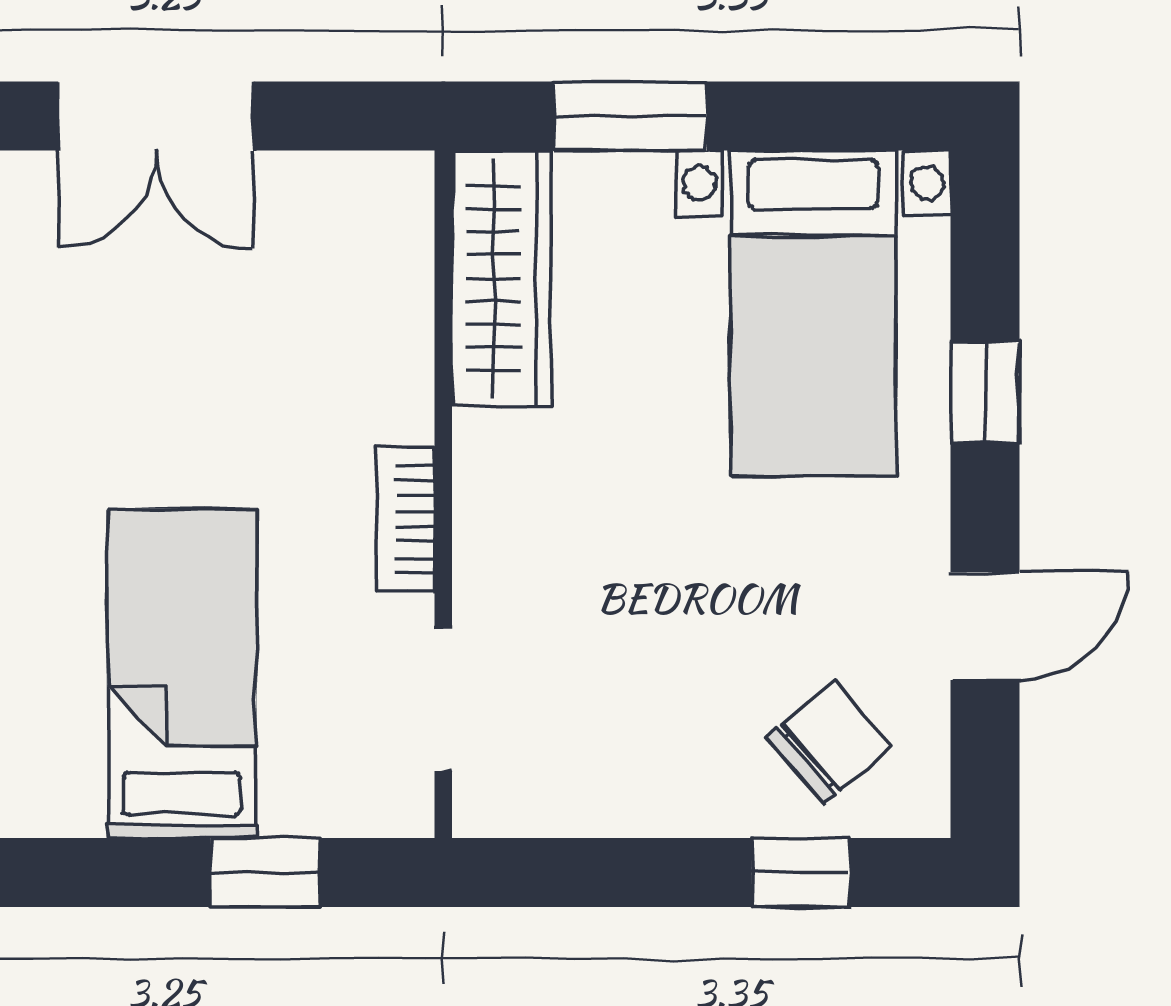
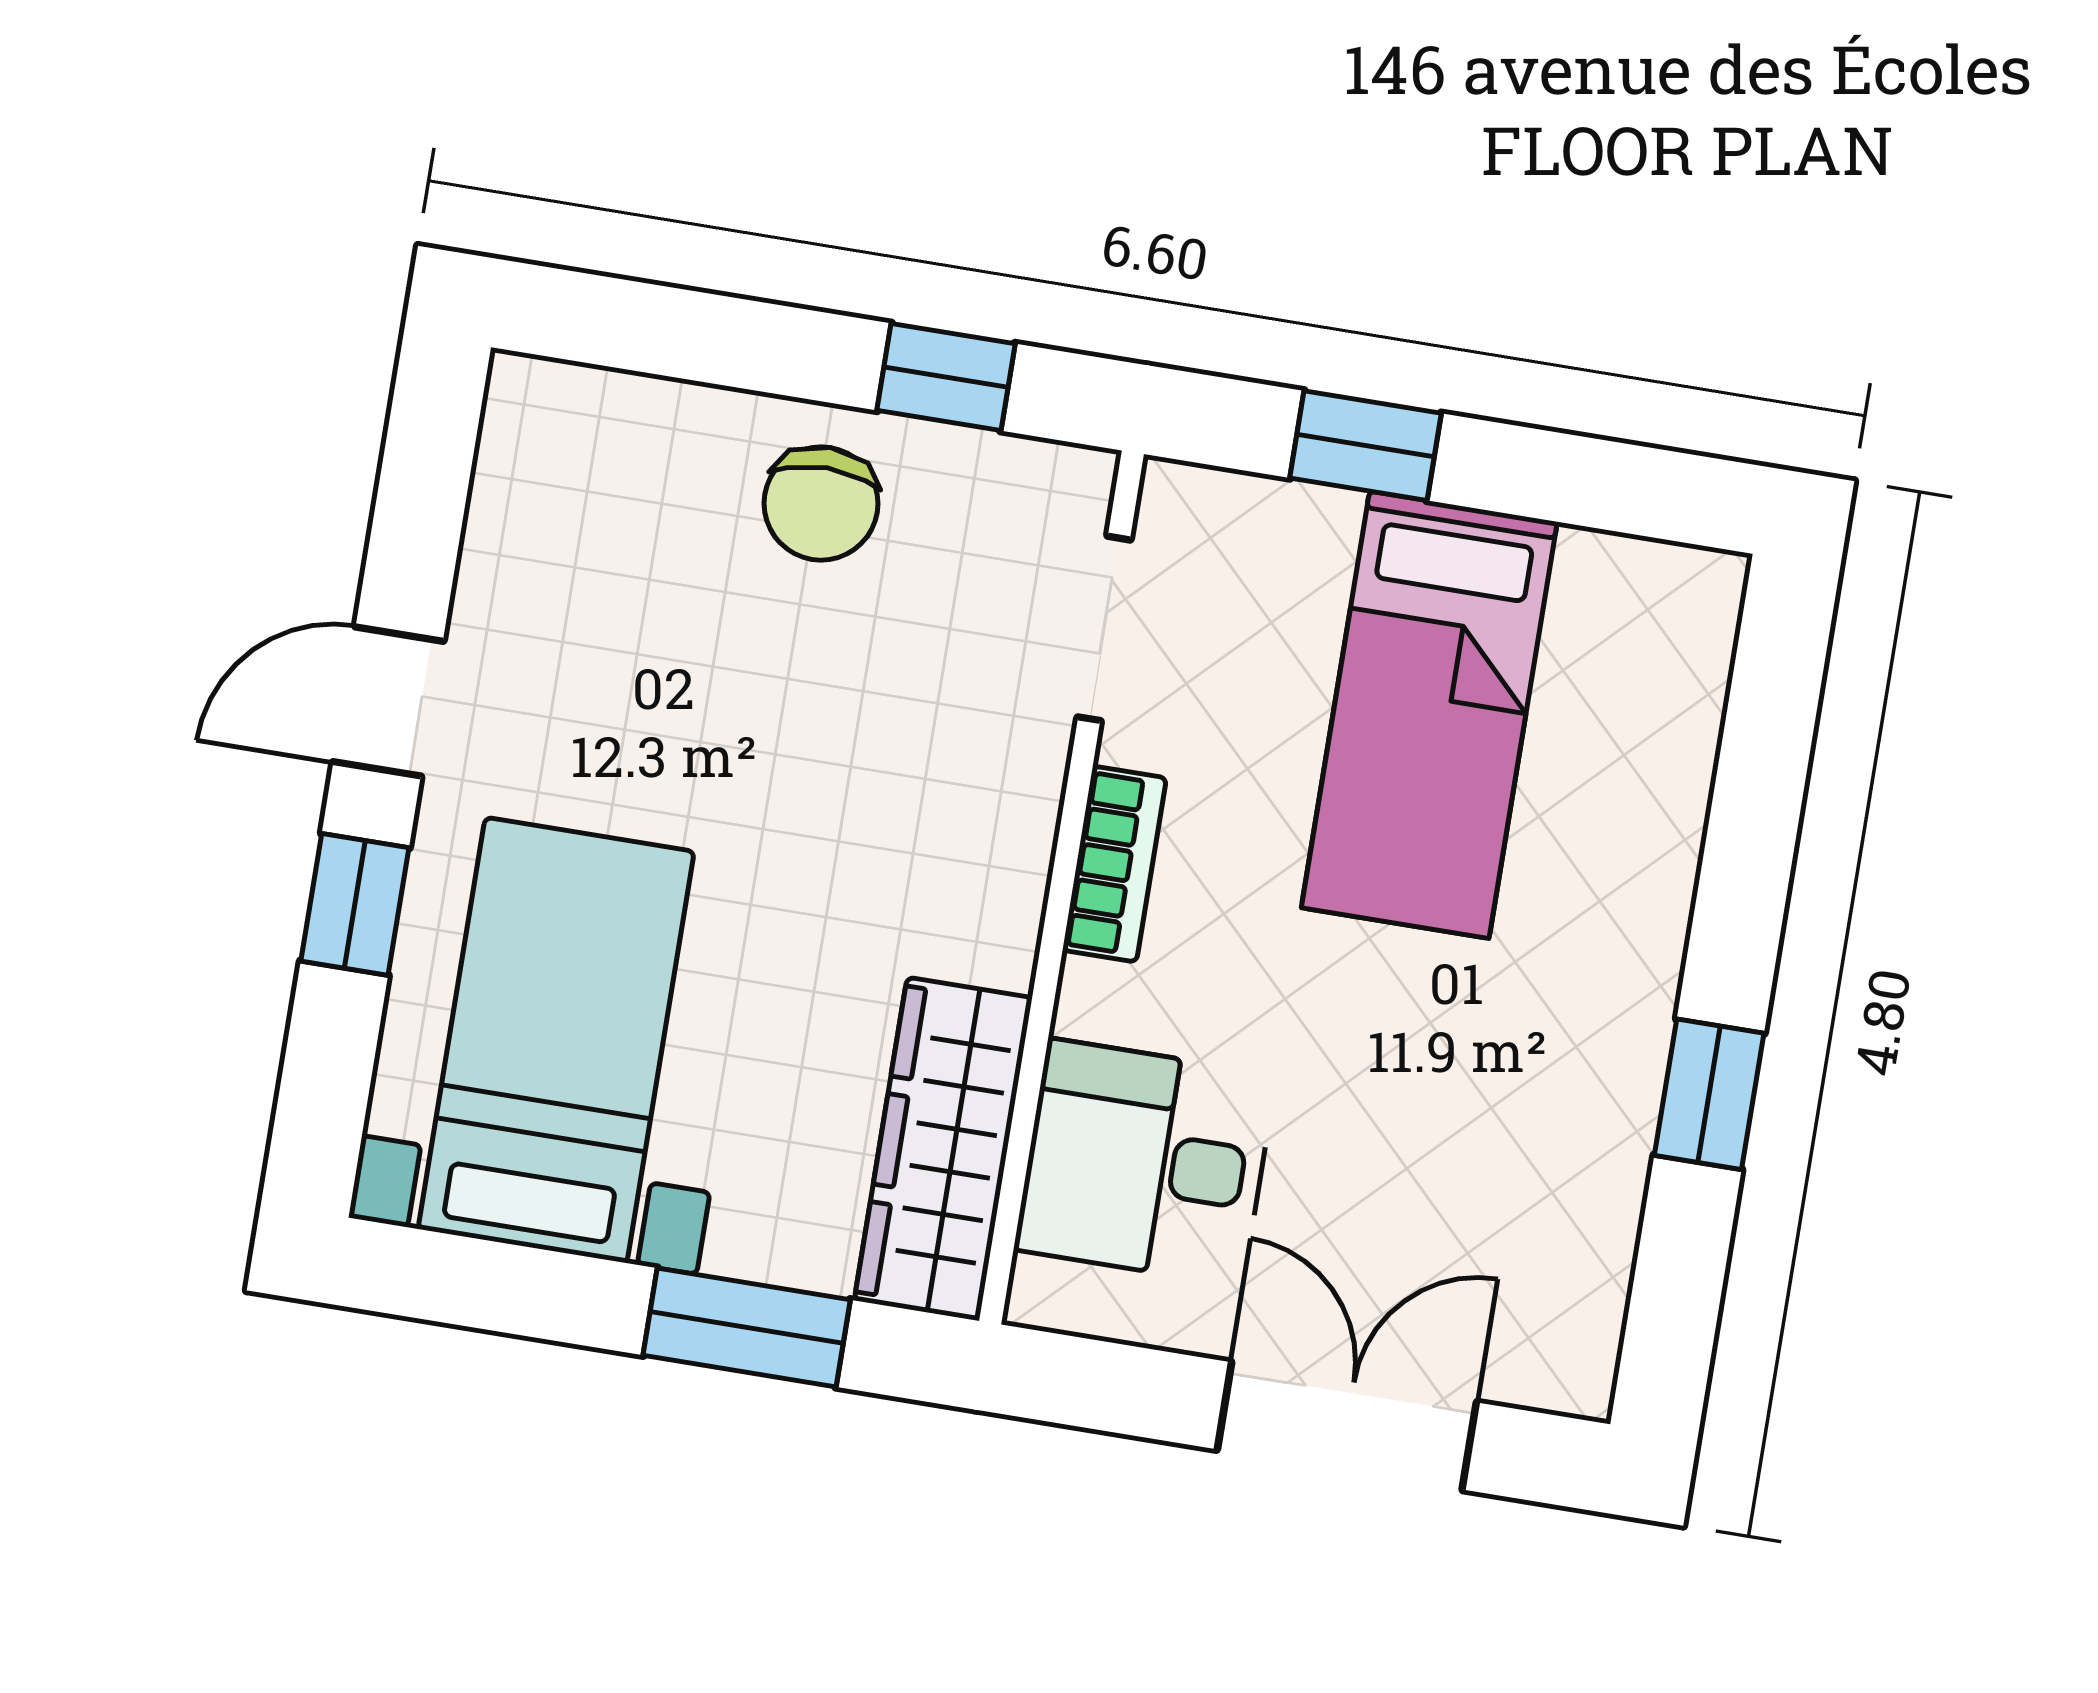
desk: (344, 293) -> (1145, 1162), added
door: (985, 626) -> (388, 702), moved
chair: (829, 742) -> (821, 503), moved, turned -49
window: (801, 873) -> (946, 377), moved

